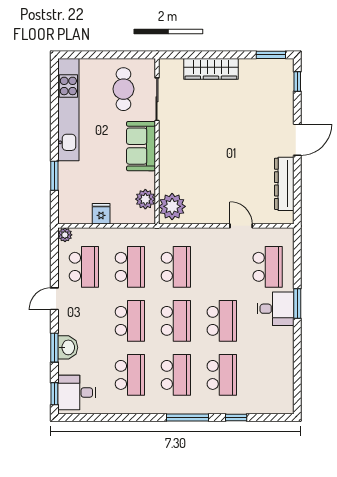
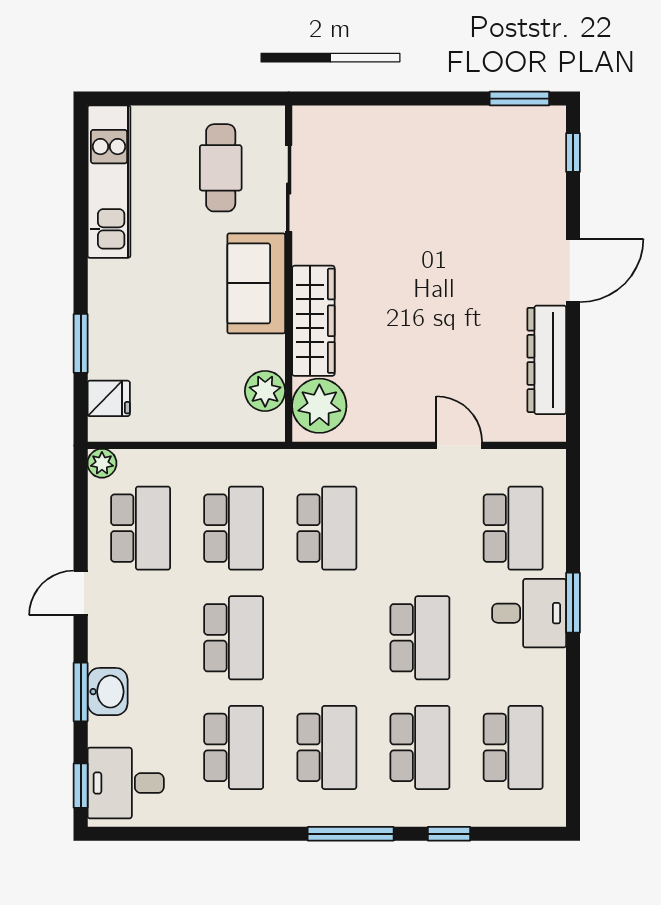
wardrobe: (211, 69) -> (313, 321), moved, turned -90
kitchen unit: (68, 110) -> (109, 182), width x0.73
fridge: (101, 214) -> (109, 398), moved, turned 90
school desk: (176, 321) -> (513, 747), moved

